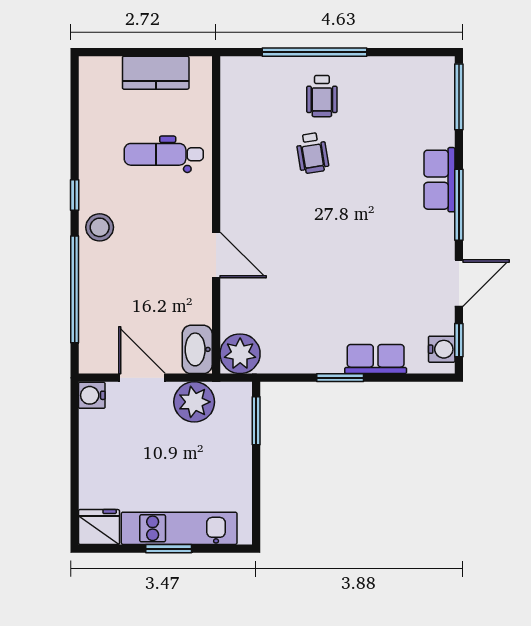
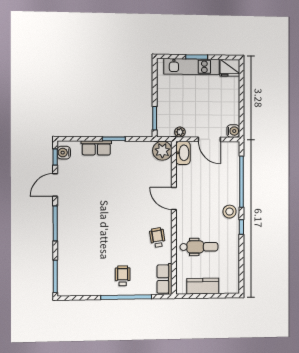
wheelchair: (312, 153) -> (157, 238), moved
row of seats: (439, 180) -> (165, 279), moved, turned 180
plant: (194, 402) -> (180, 132), width x0.53, depth x0.53

